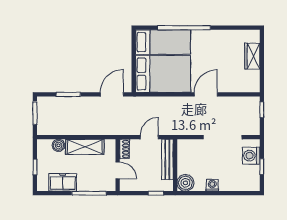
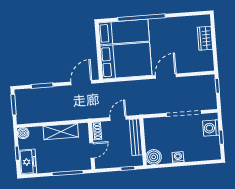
boiler: (59, 145) -> (23, 133), moved
door: (118, 170) -> (92, 150), hinge flipped
freezer: (63, 182) -> (28, 162), moved, turned 90

